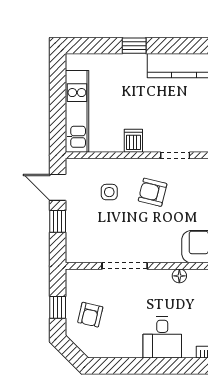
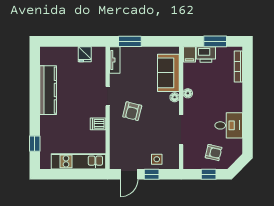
window: (134, 46) -> (35, 144), moved
side table: (109, 192) -> (157, 159), moved
floor lamp: (173, 256) -> (175, 97), added
desk: (162, 337) -> (229, 125), moved

